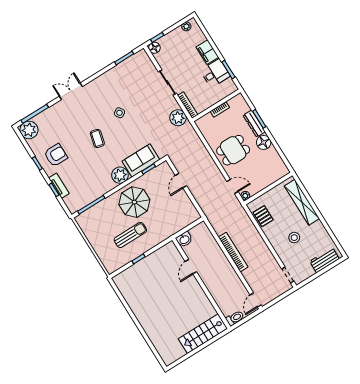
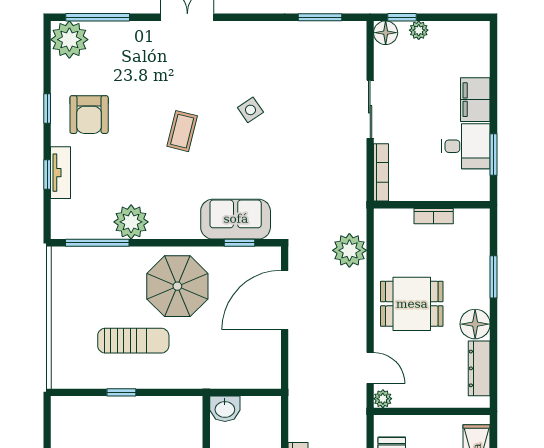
plant: (186, 26) -> (419, 30), moved
plant: (178, 118) -> (349, 250), moved
dresser: (254, 124) -> (479, 368), moved
armchair: (56, 155) -> (89, 115), turned 90
plant: (120, 175) -> (131, 222), moved
door: (181, 181) -> (285, 300), width x1.87

